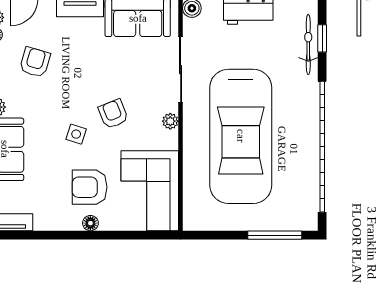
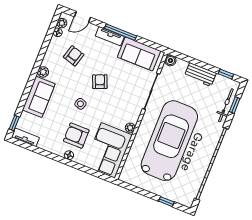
armchair: (113, 114) -> (100, 82), moved
plant: (170, 121) -> (130, 128), moved
car: (241, 136) -> (169, 141), turned 180
window: (275, 235) -> (166, 202), width x0.46

